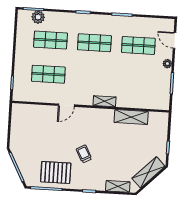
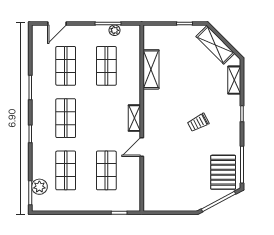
plant: (167, 64) -> (114, 30), moved
shop shelf: (136, 80) -> (106, 66), added
shelving: (105, 101) -> (134, 118), moved
door: (66, 105) -> (142, 147), swing flipped
pallet: (56, 172) -> (223, 172), moved

